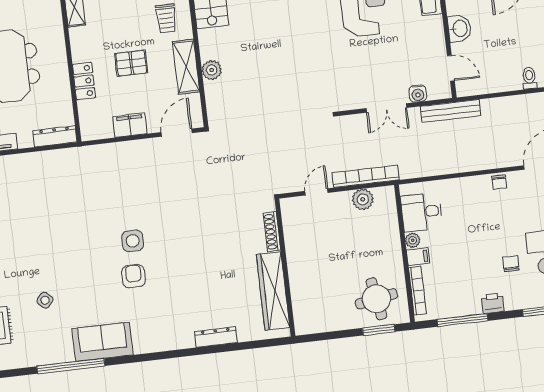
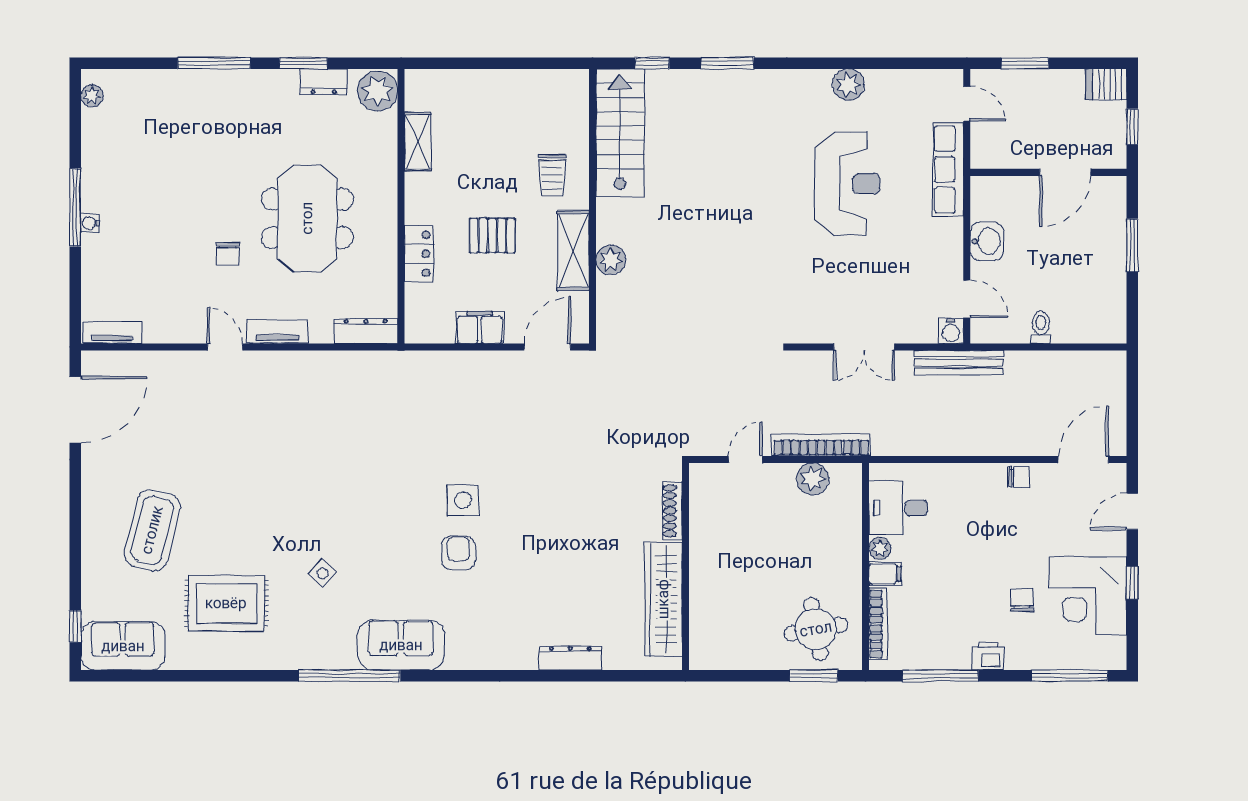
toilet: (529, 78) -> (1041, 327), moved
water cooler: (418, 94) -> (951, 331), moved
chair: (499, 182) -> (1019, 477), turned -90

